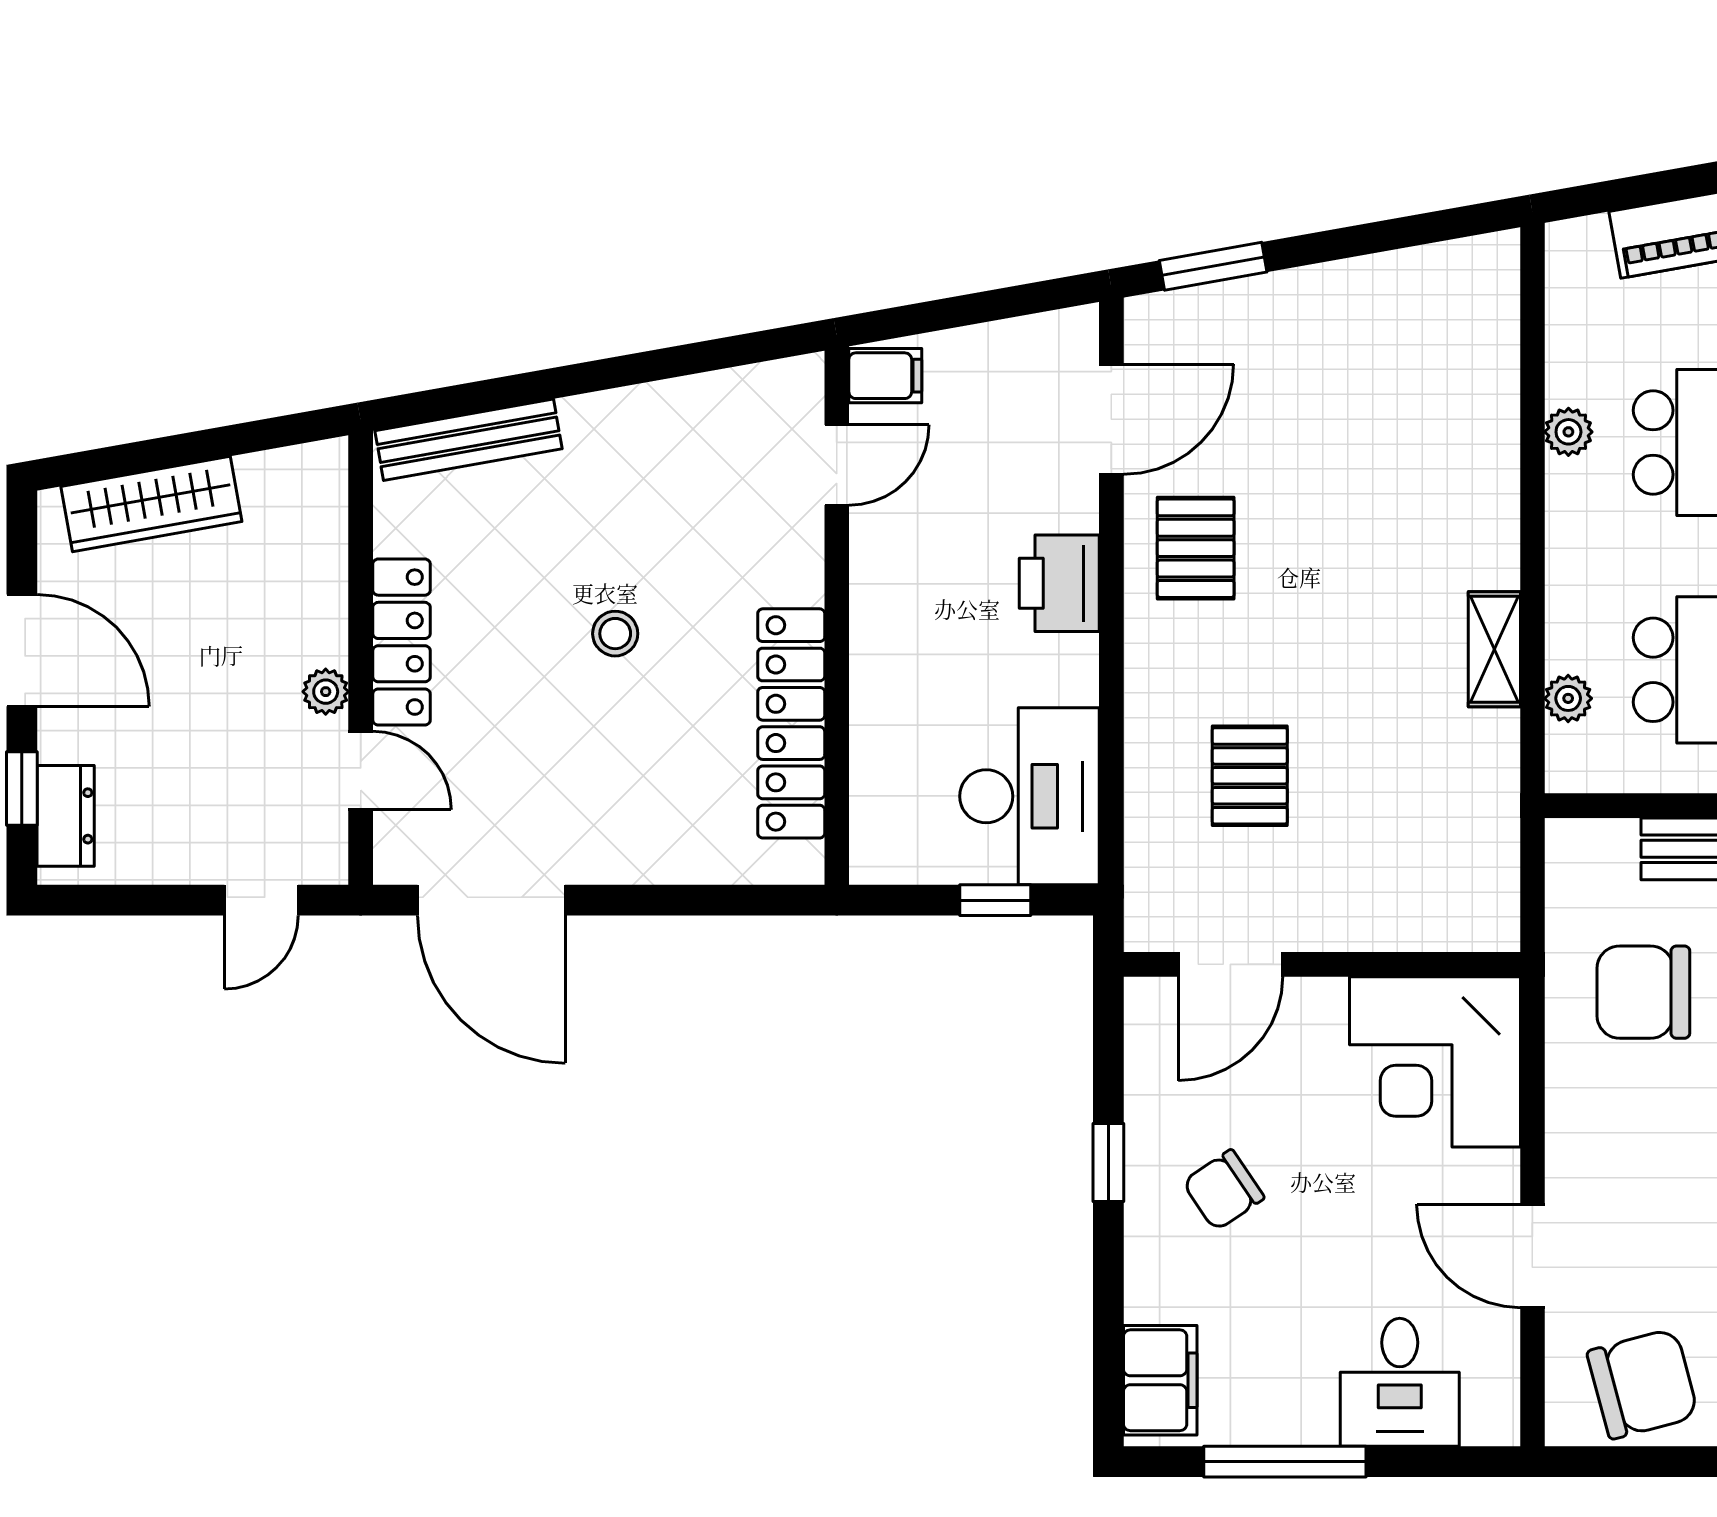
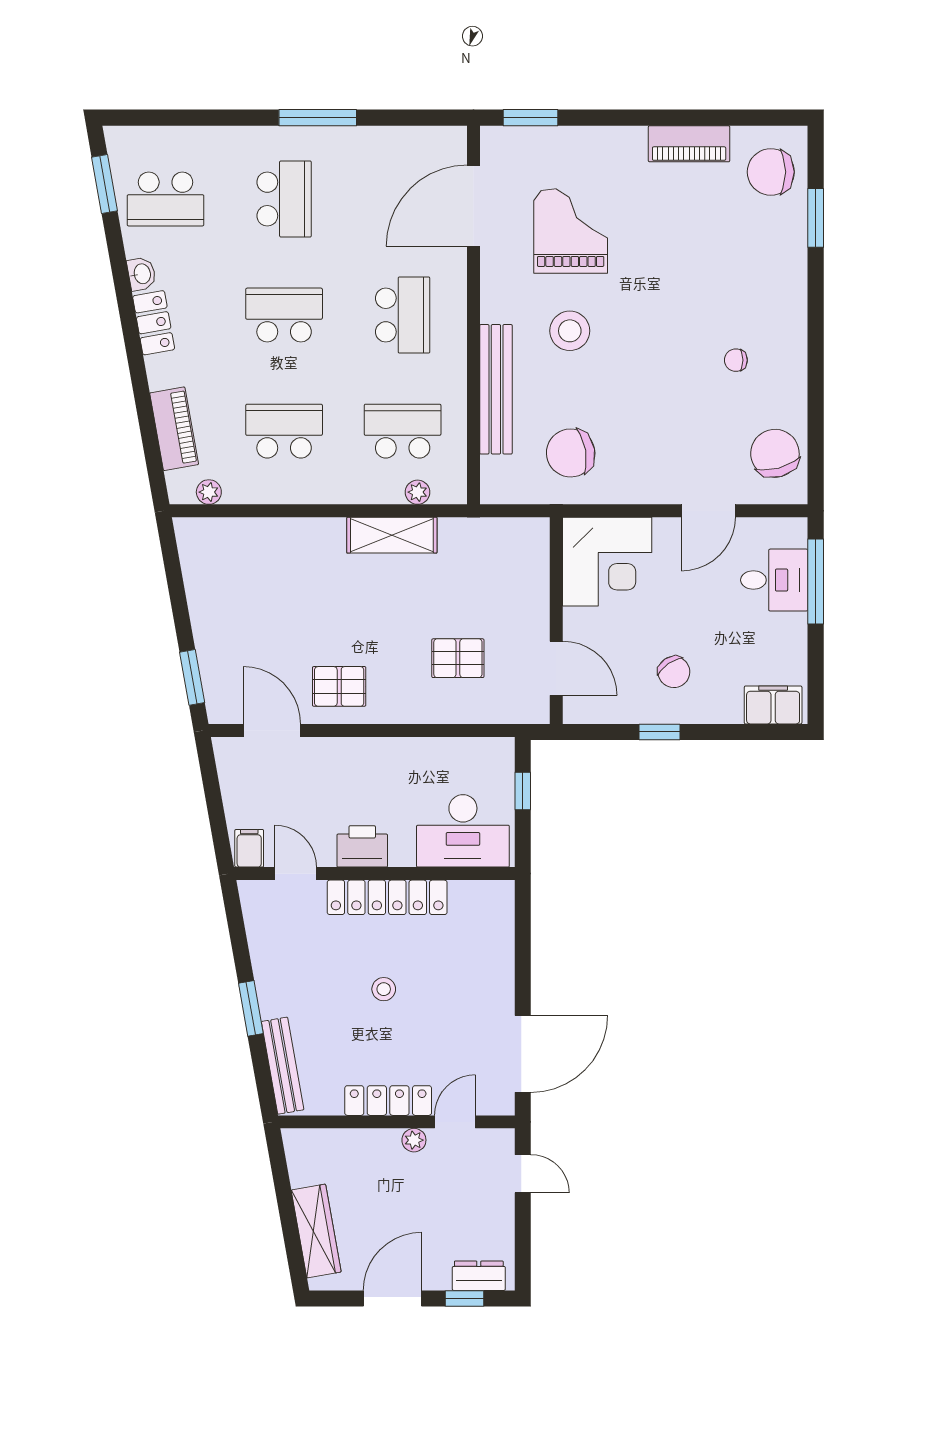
window: (578, 379) -> (251, 1008), added
plant: (1568, 432) -> (209, 492), moved
printer: (1059, 583) -> (362, 846), moved, turned 180
shelving: (1494, 649) -> (392, 535), width x1.50, depth x1.33
locker: (791, 723) -> (387, 897), moved
desk: (1029, 796) -> (463, 831), moved, turned 180
chair: (1643, 992) -> (571, 453), turned 80
window: (1285, 1462) -> (816, 582), moved

